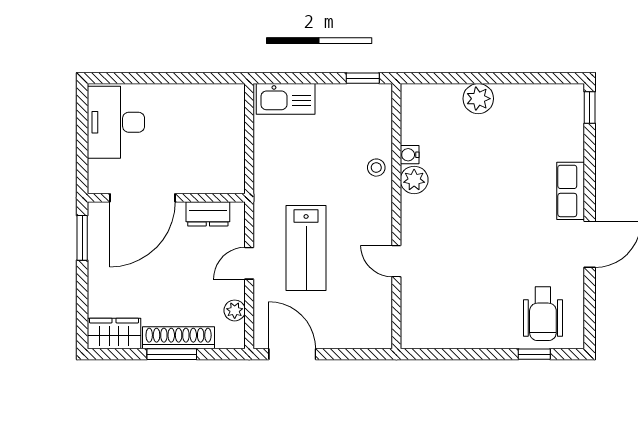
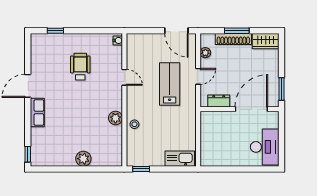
water cooler: (410, 155) -> (118, 40), moved
wheelchair: (543, 314) -> (80, 67), moved

